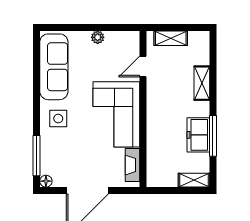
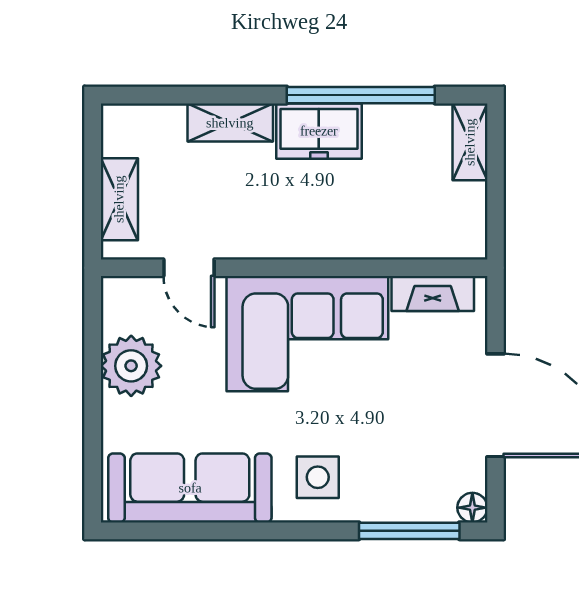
plant: (98, 37) -> (131, 366), width x1.87, depth x1.87
freezer: (198, 135) -> (319, 131), moved
window: (213, 136) -> (361, 95), width x1.46

